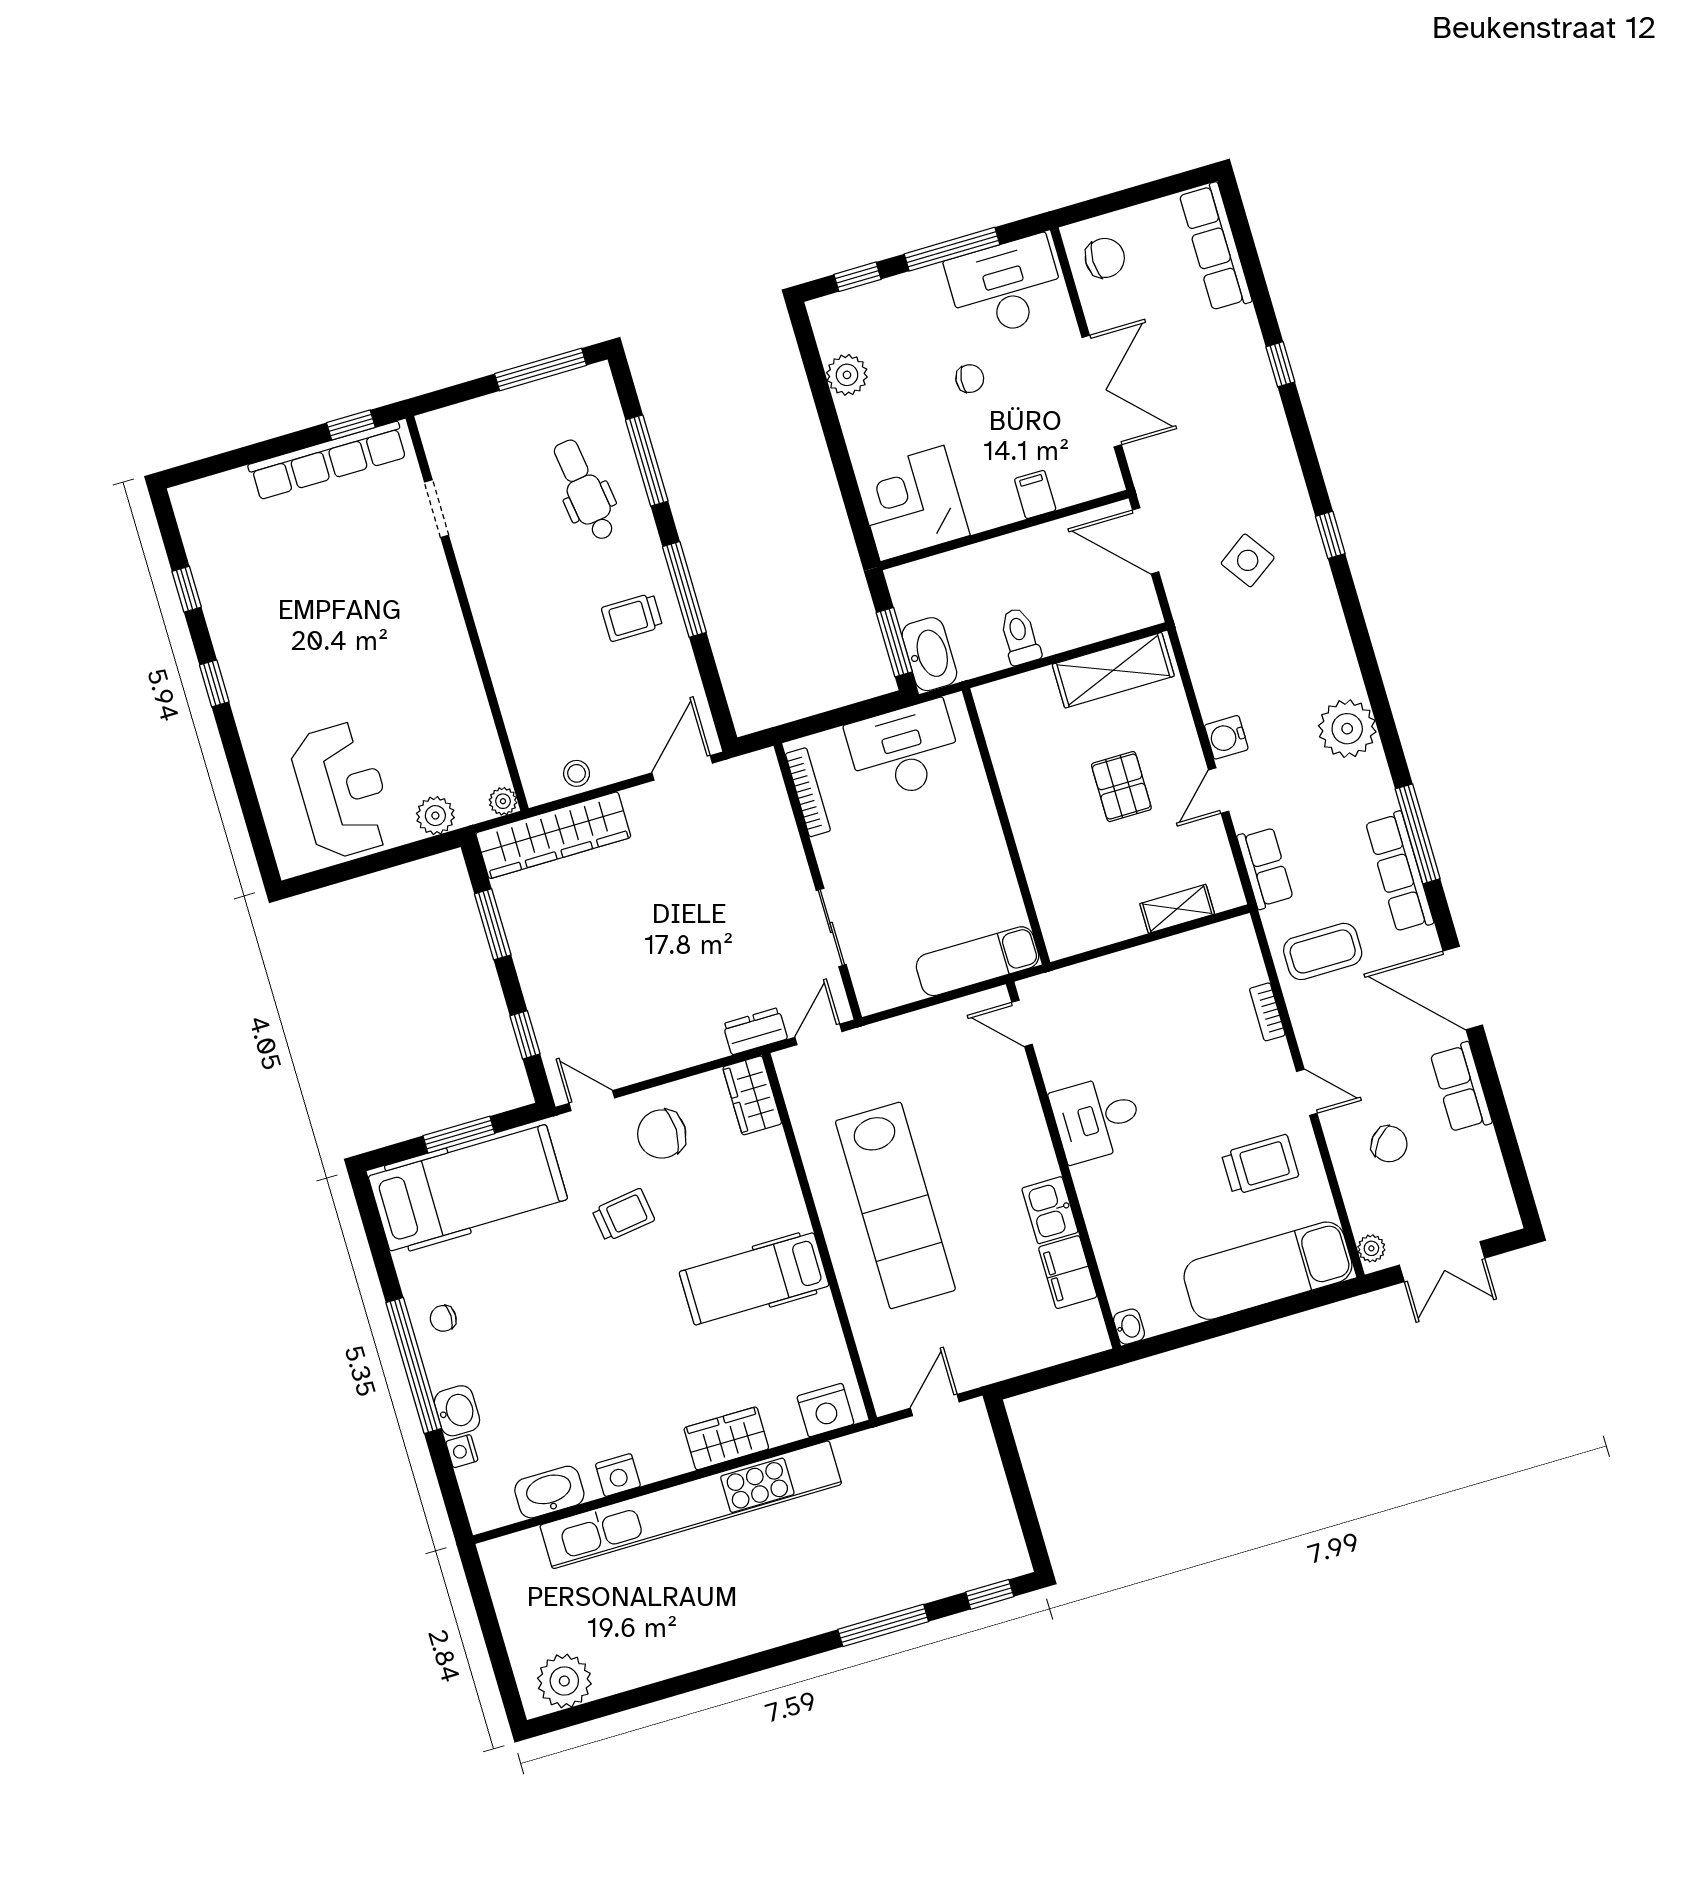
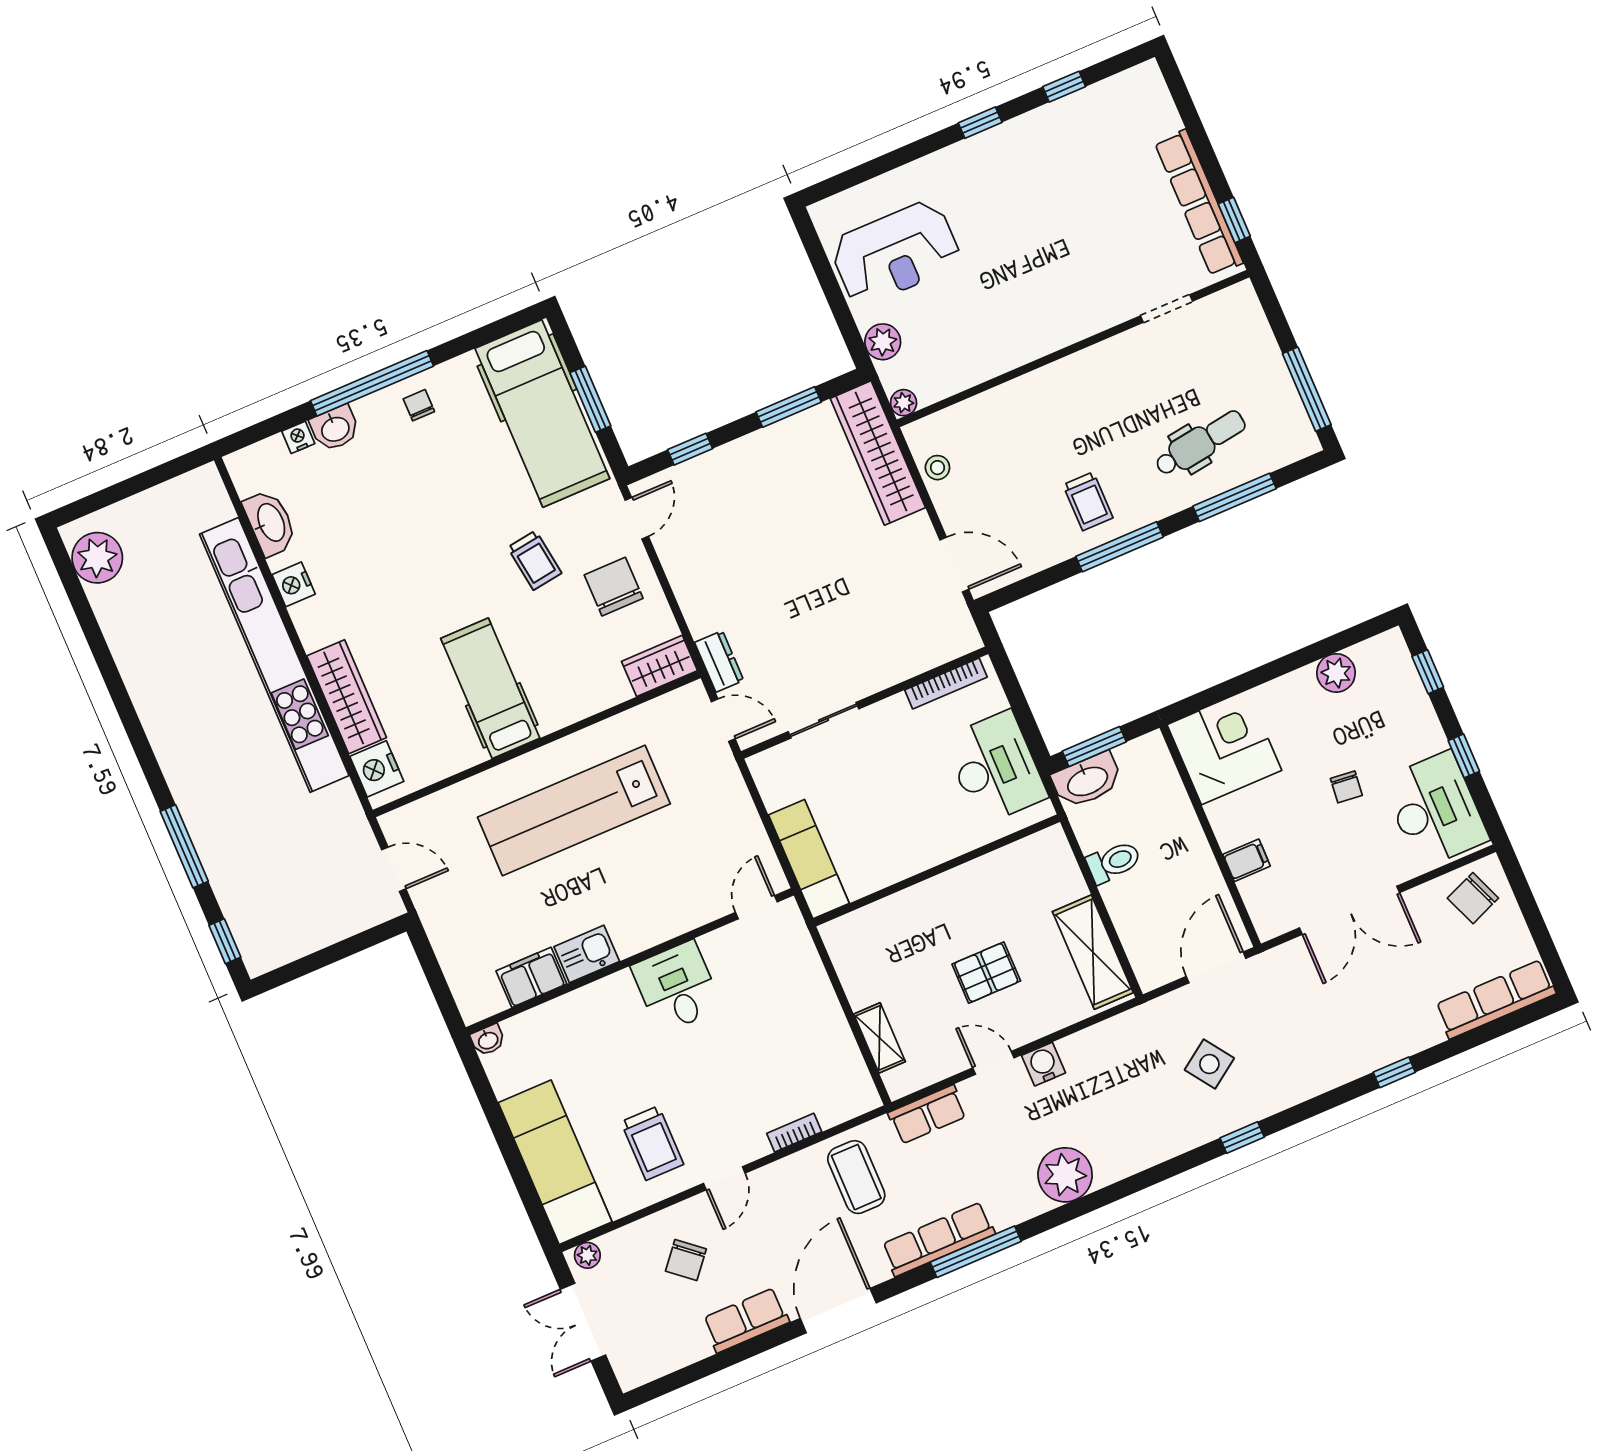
window: (952, 249) -> (1464, 756), width x0.46
chair: (1105, 258) -> (1473, 898), turned 68
trolley: (632, 617) -> (1088, 501), turned 180
wardrobe: (726, 1438) -> (347, 697), width x1.50

